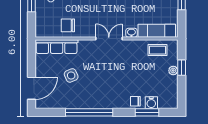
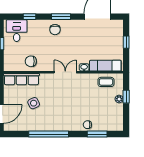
water cooler: (151, 103) -> (101, 126), removed

